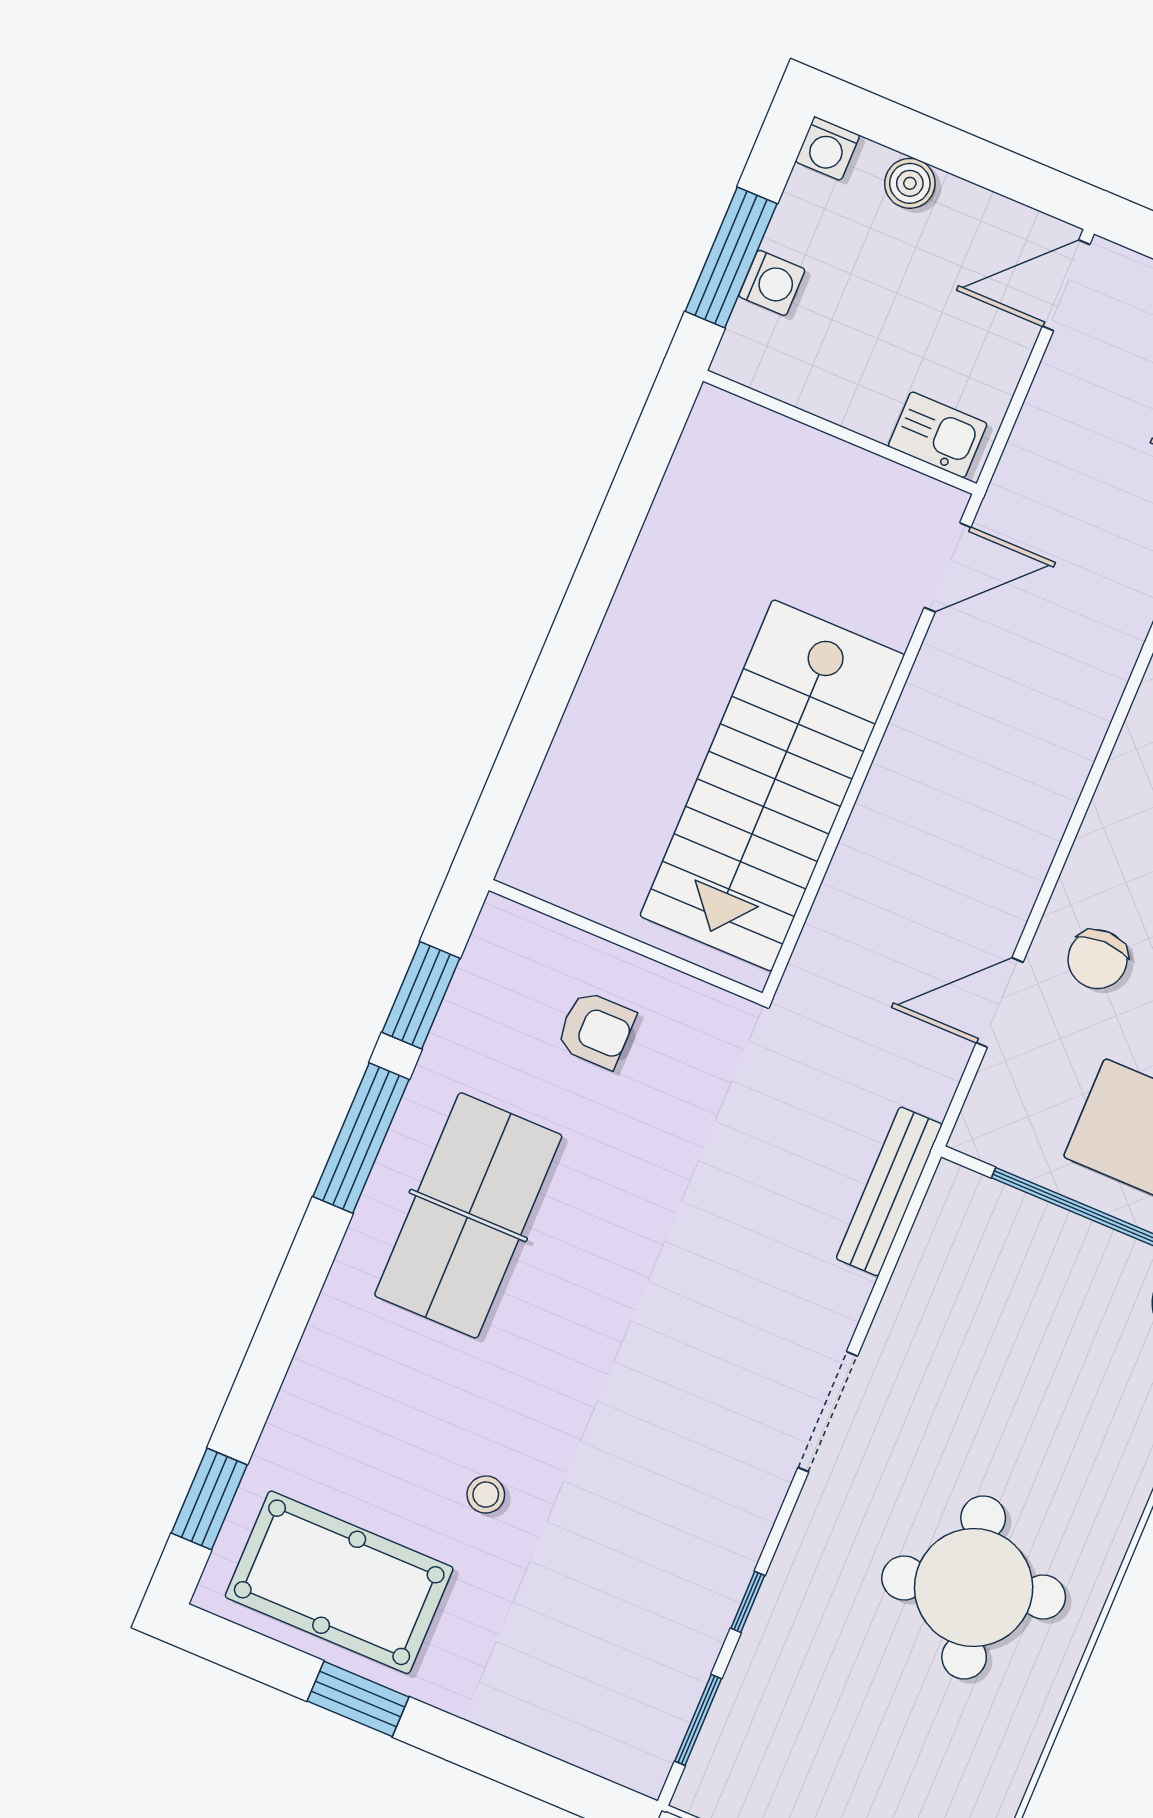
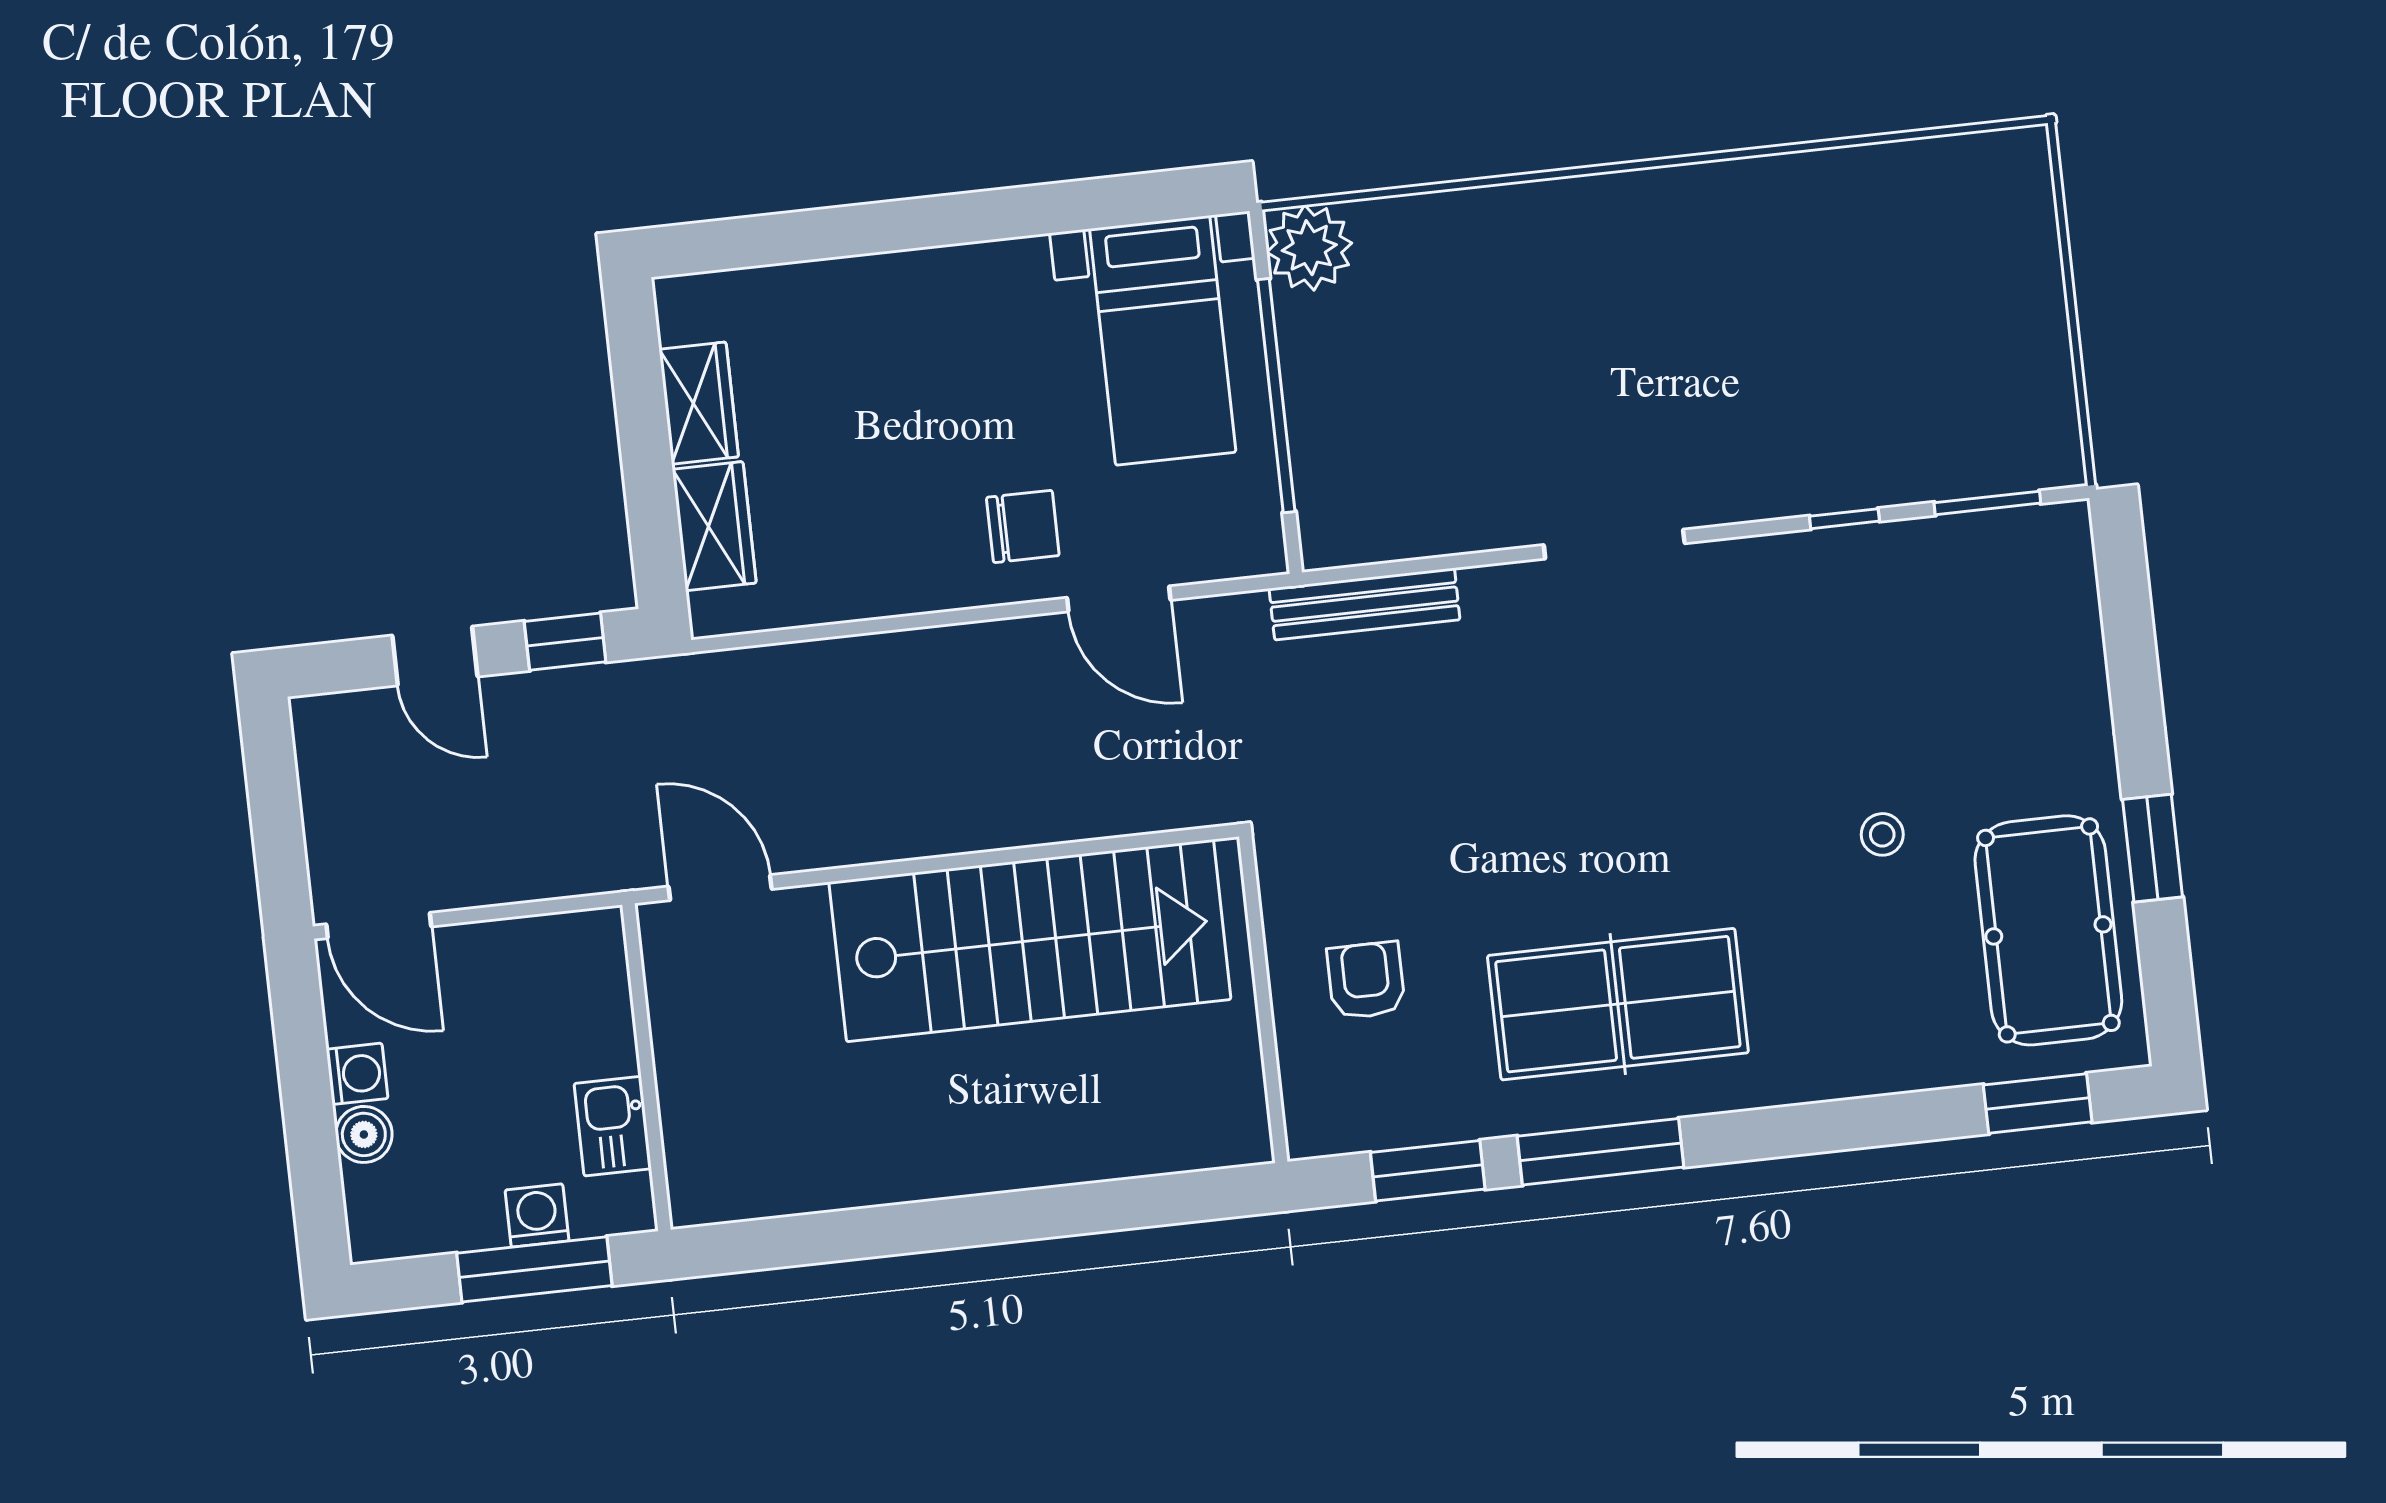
washing machine: (827, 149) -> (357, 1074), moved
kitchen sink: (938, 435) -> (613, 1126), moved
round table: (974, 1587) -> (1707, 305), removed

